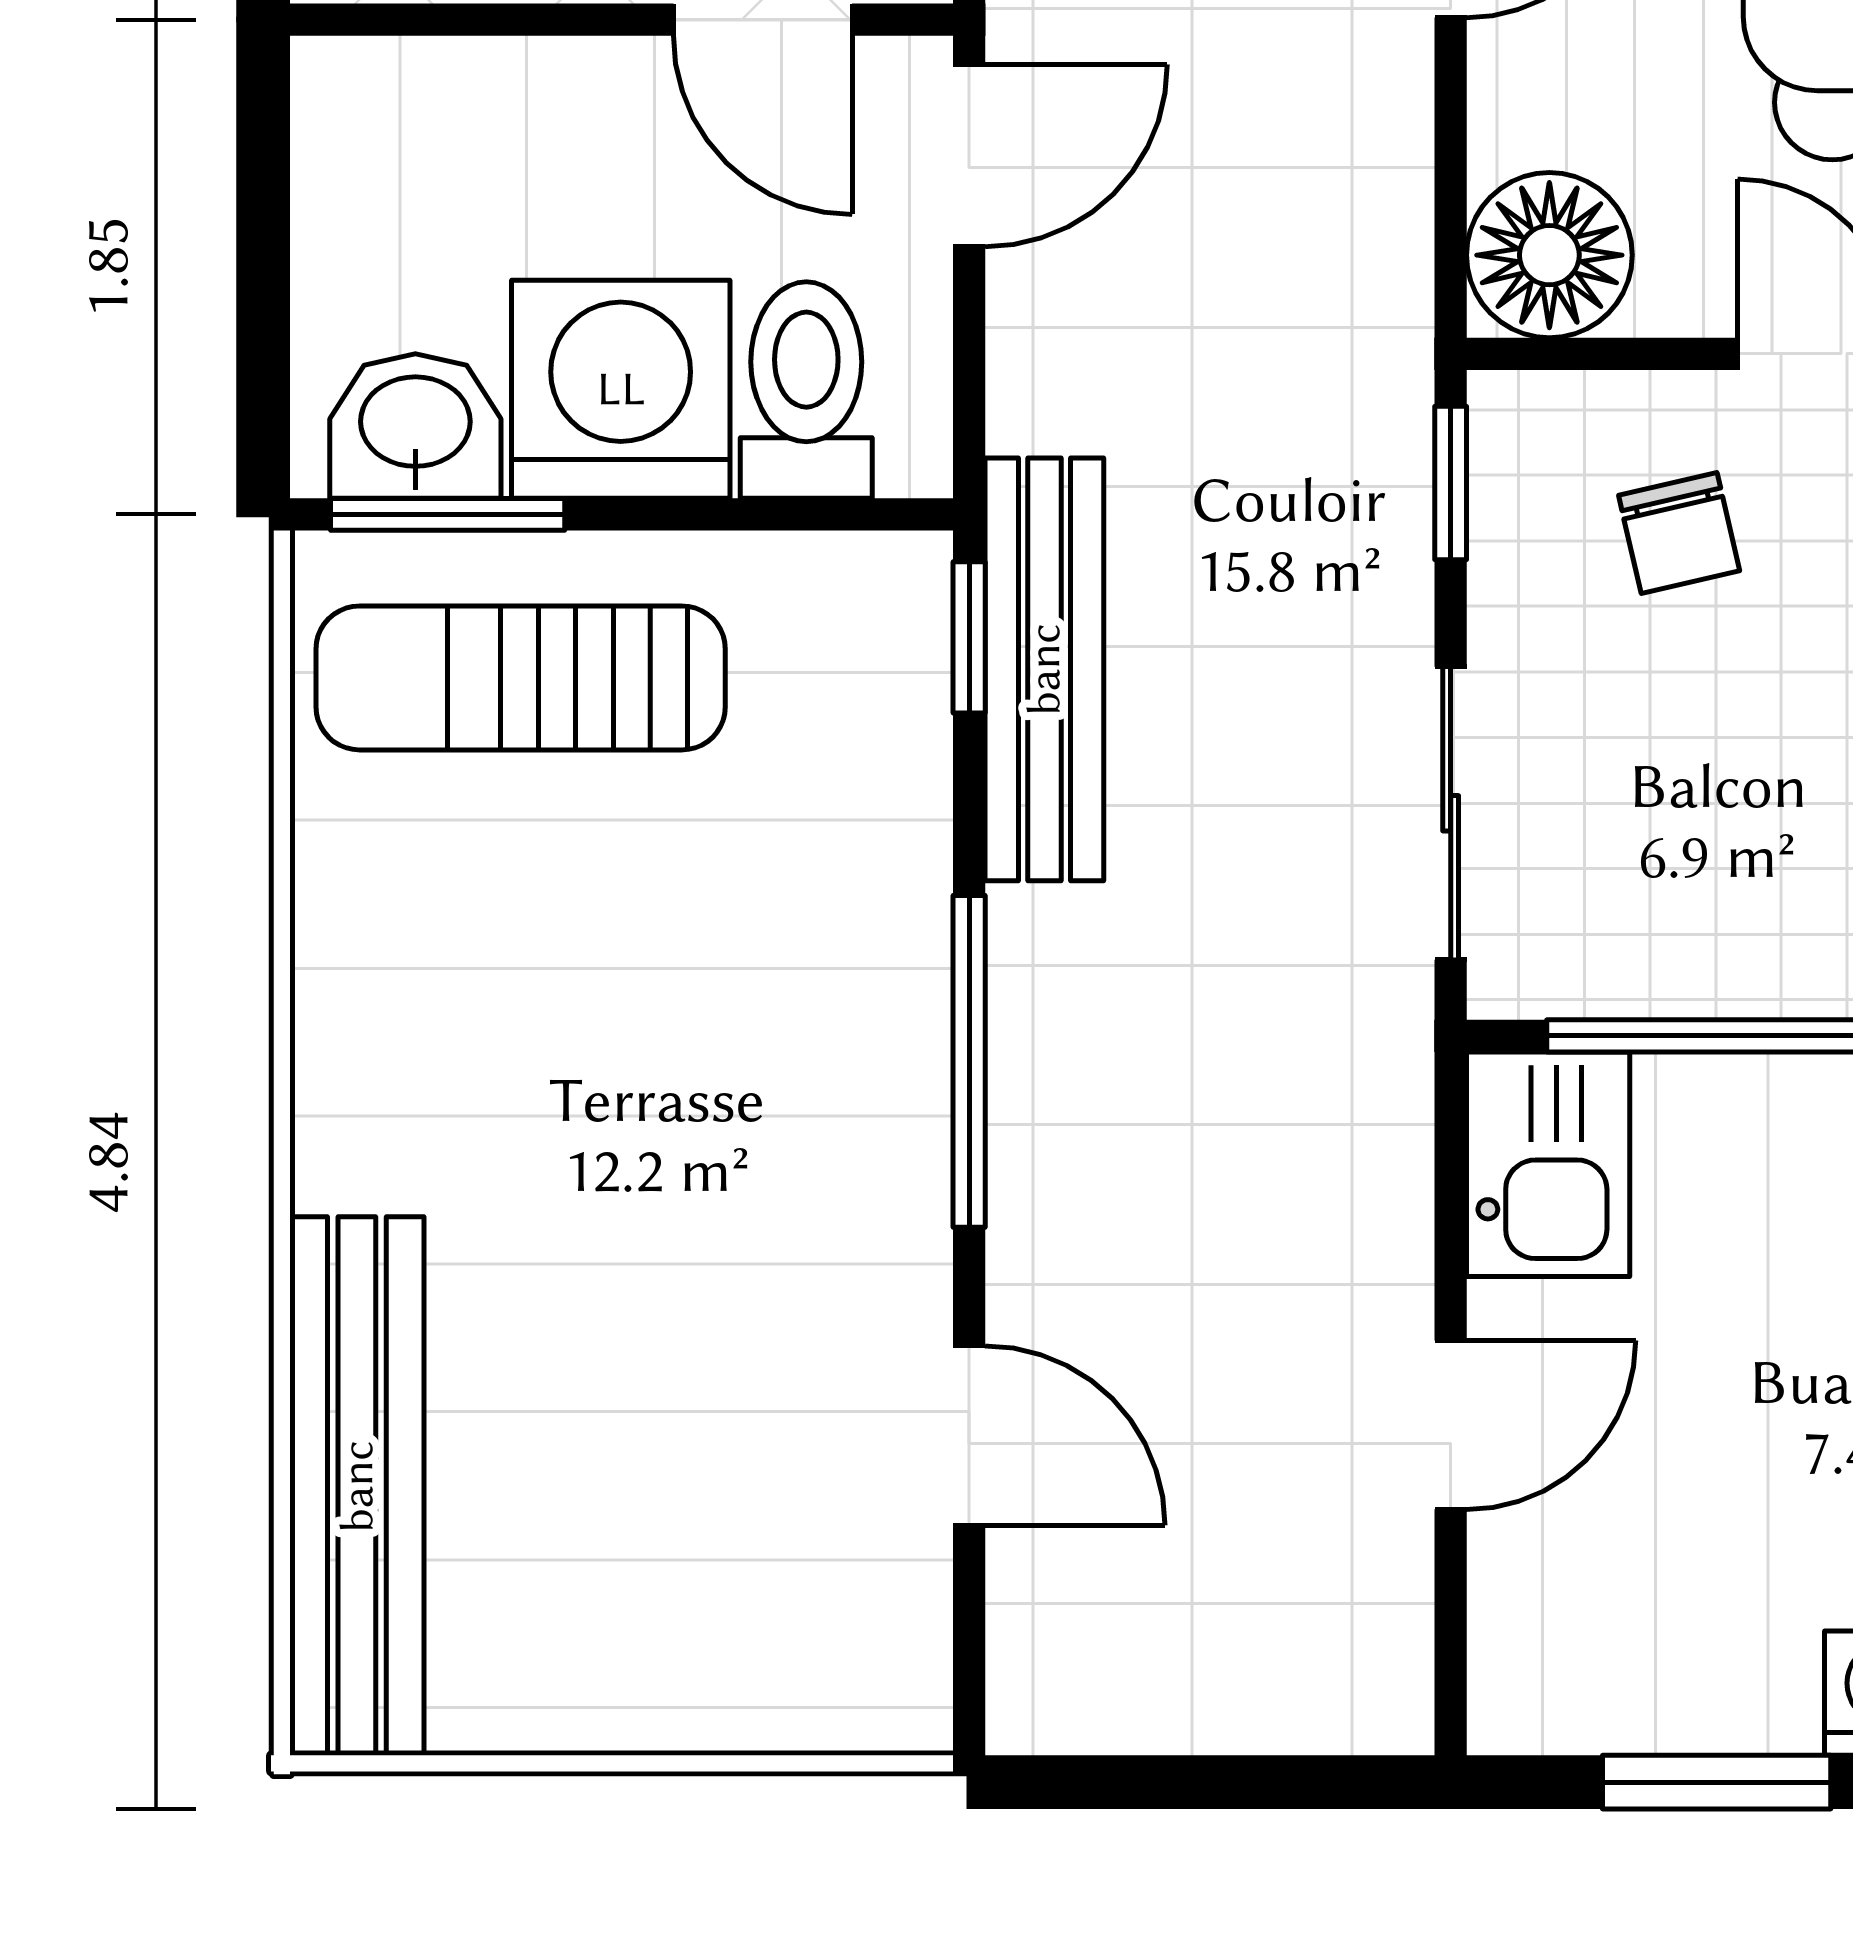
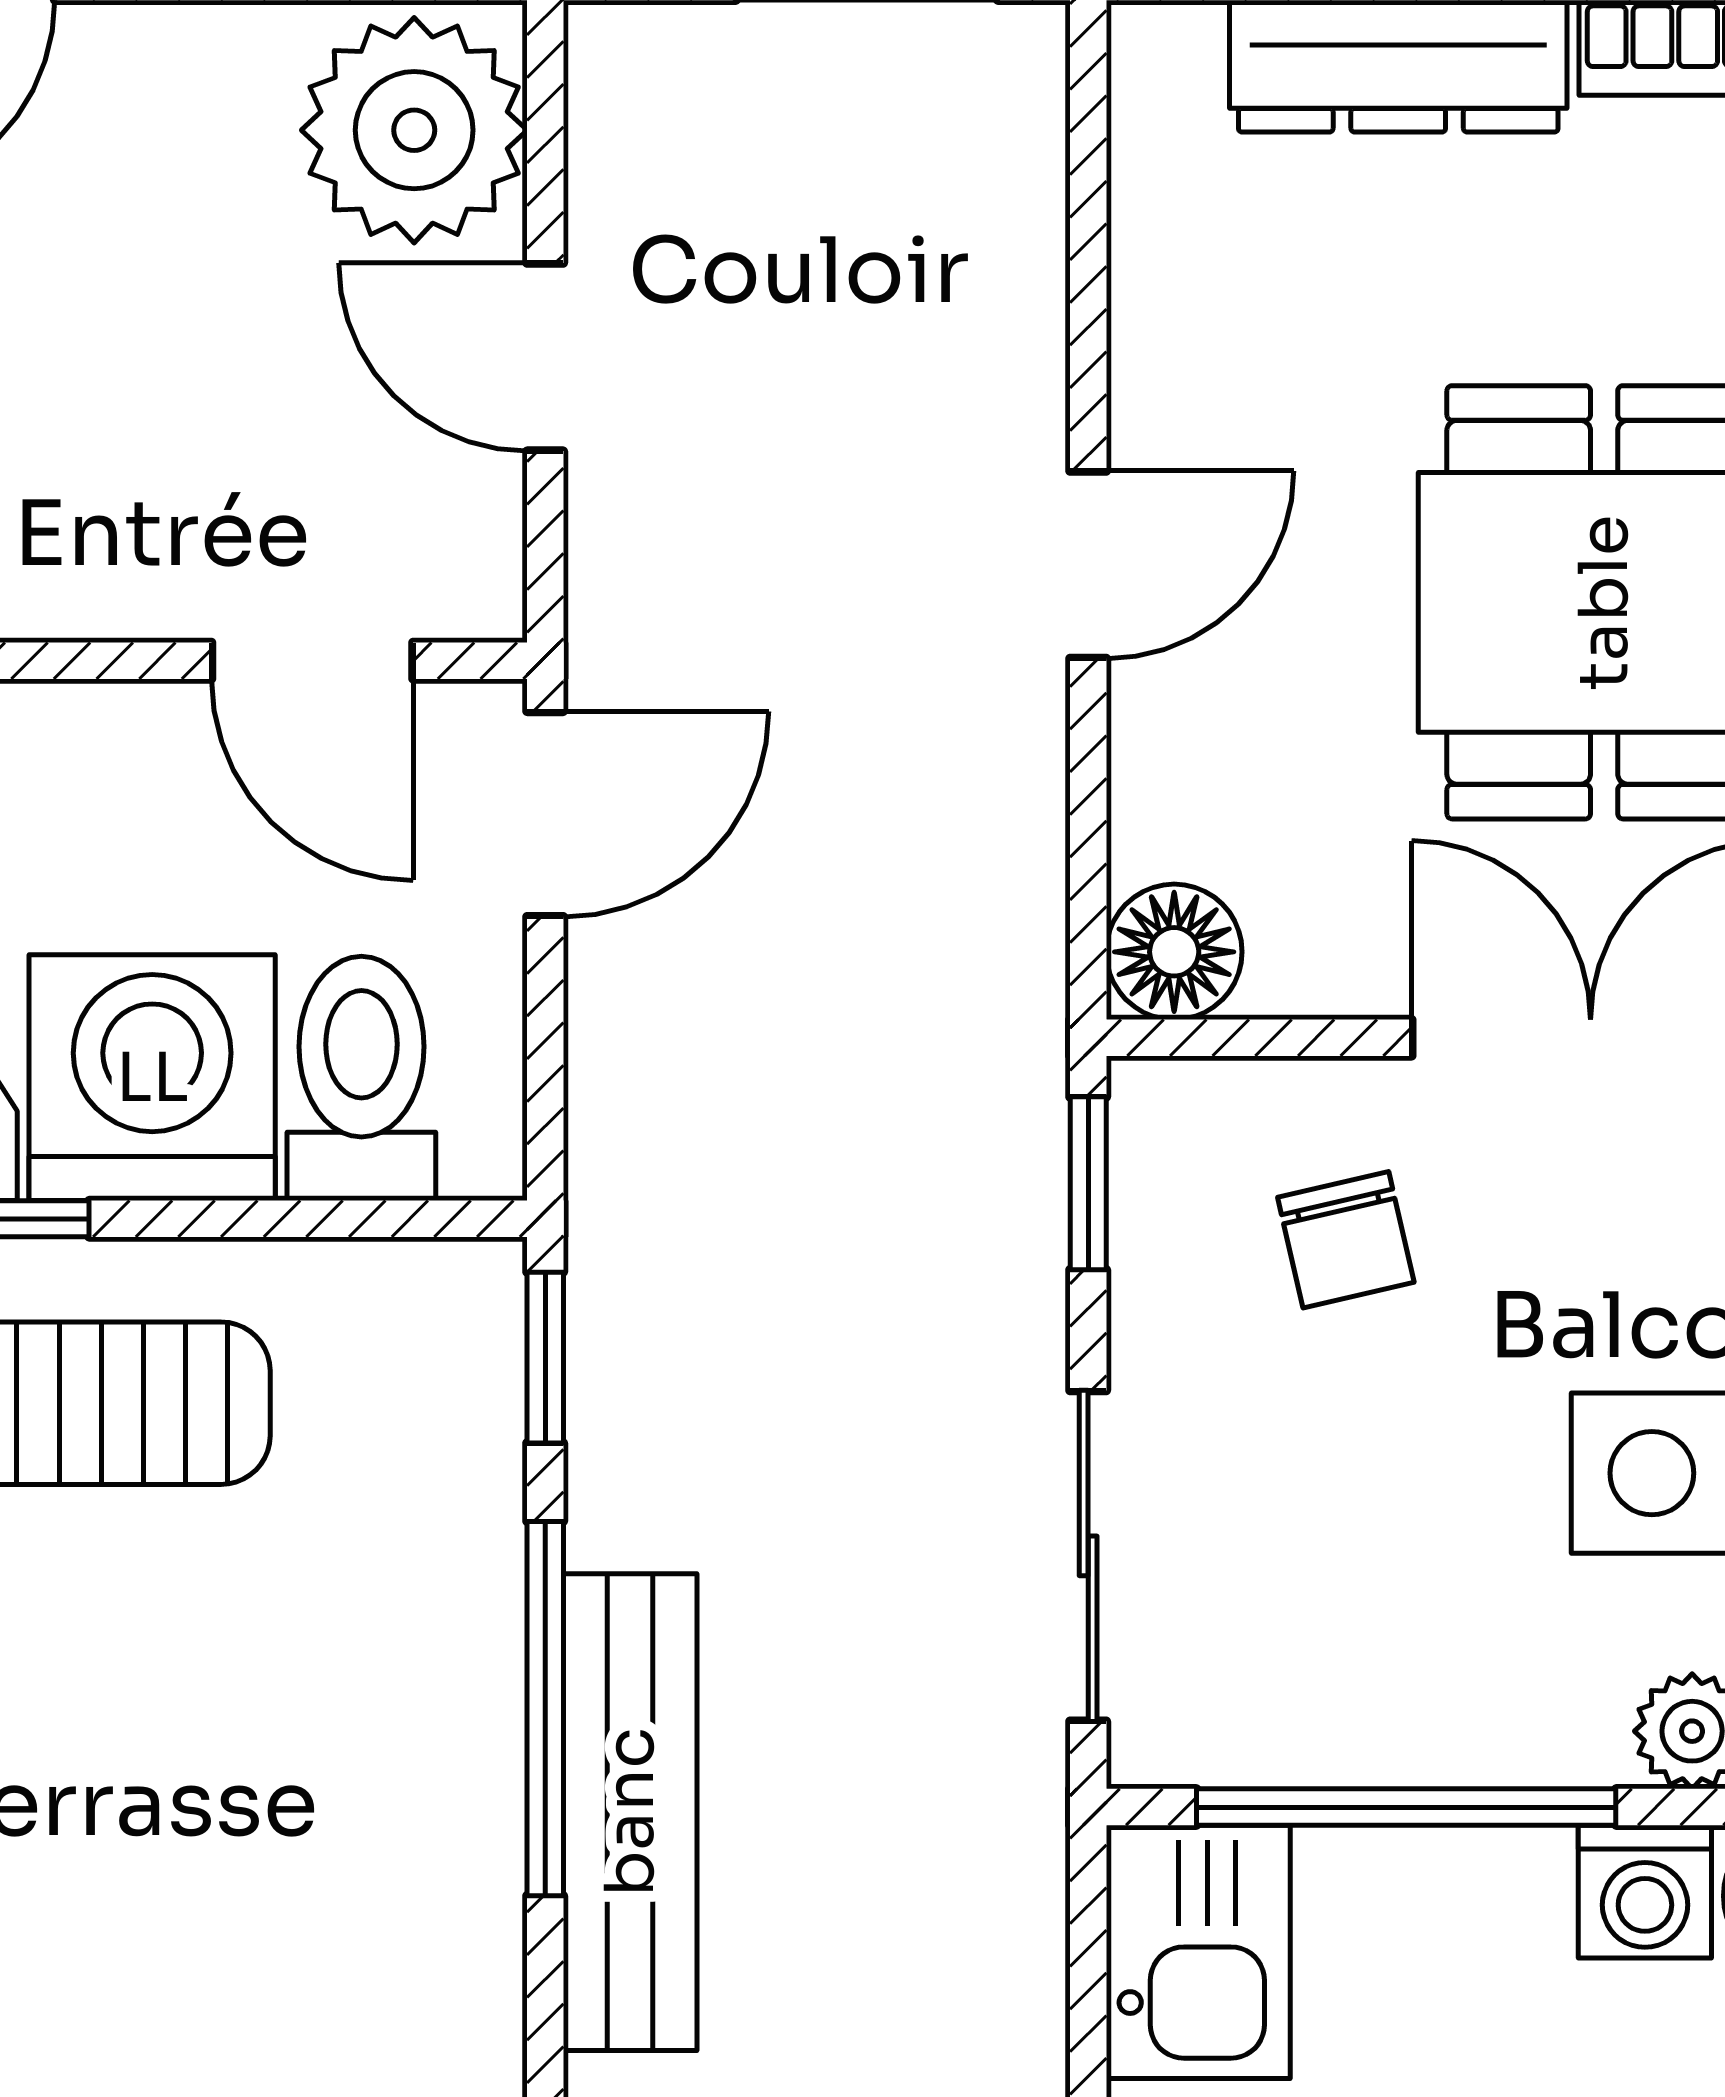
floor lamp: (1549, 255) -> (1174, 952), width x0.73, depth x0.73
bench: (1044, 669) -> (630, 1812), moved
window: (969, 1061) -> (545, 1709), moved

